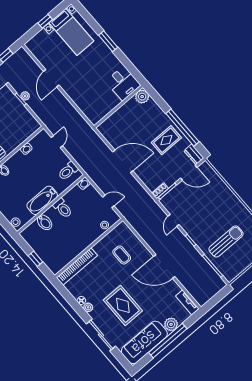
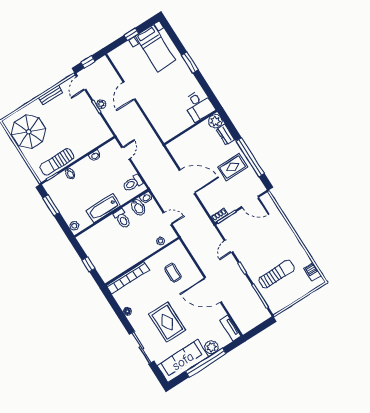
dresser: (194, 154) -> (225, 135), moved
bidet: (45, 222) -> (138, 207), moved
plant: (88, 307) -> (133, 319), removed

